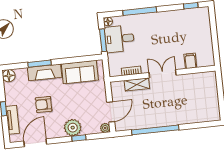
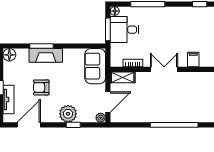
sofa: (80, 72) -> (95, 66), moved, turned 90
shelving: (137, 85) -> (123, 77), moved
window: (155, 130) -> (174, 125), moved

